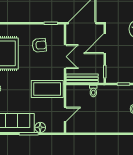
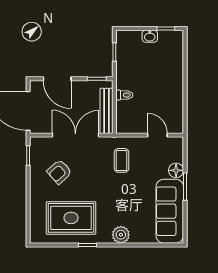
armchair: (39, 45) -> (59, 172), turned -127
double door: (65, 57) -> (75, 135), width x1.37
coffee table: (47, 89) -> (122, 160), width x0.54, depth x0.58

